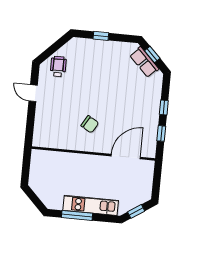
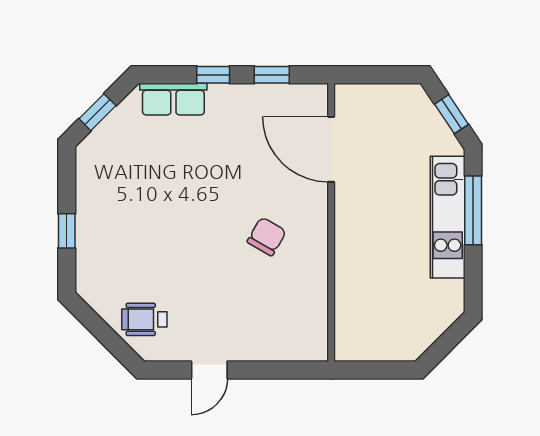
row of seats: (144, 62) -> (173, 99), moved, turned 45
window: (77, 215) -> (473, 210), moved

